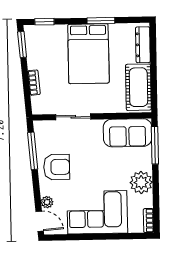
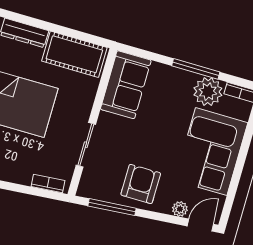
bookcase: (34, 83) -> (48, 184), moved
window: (155, 145) -> (196, 69), moved
plant: (141, 182) -> (208, 92), moved

